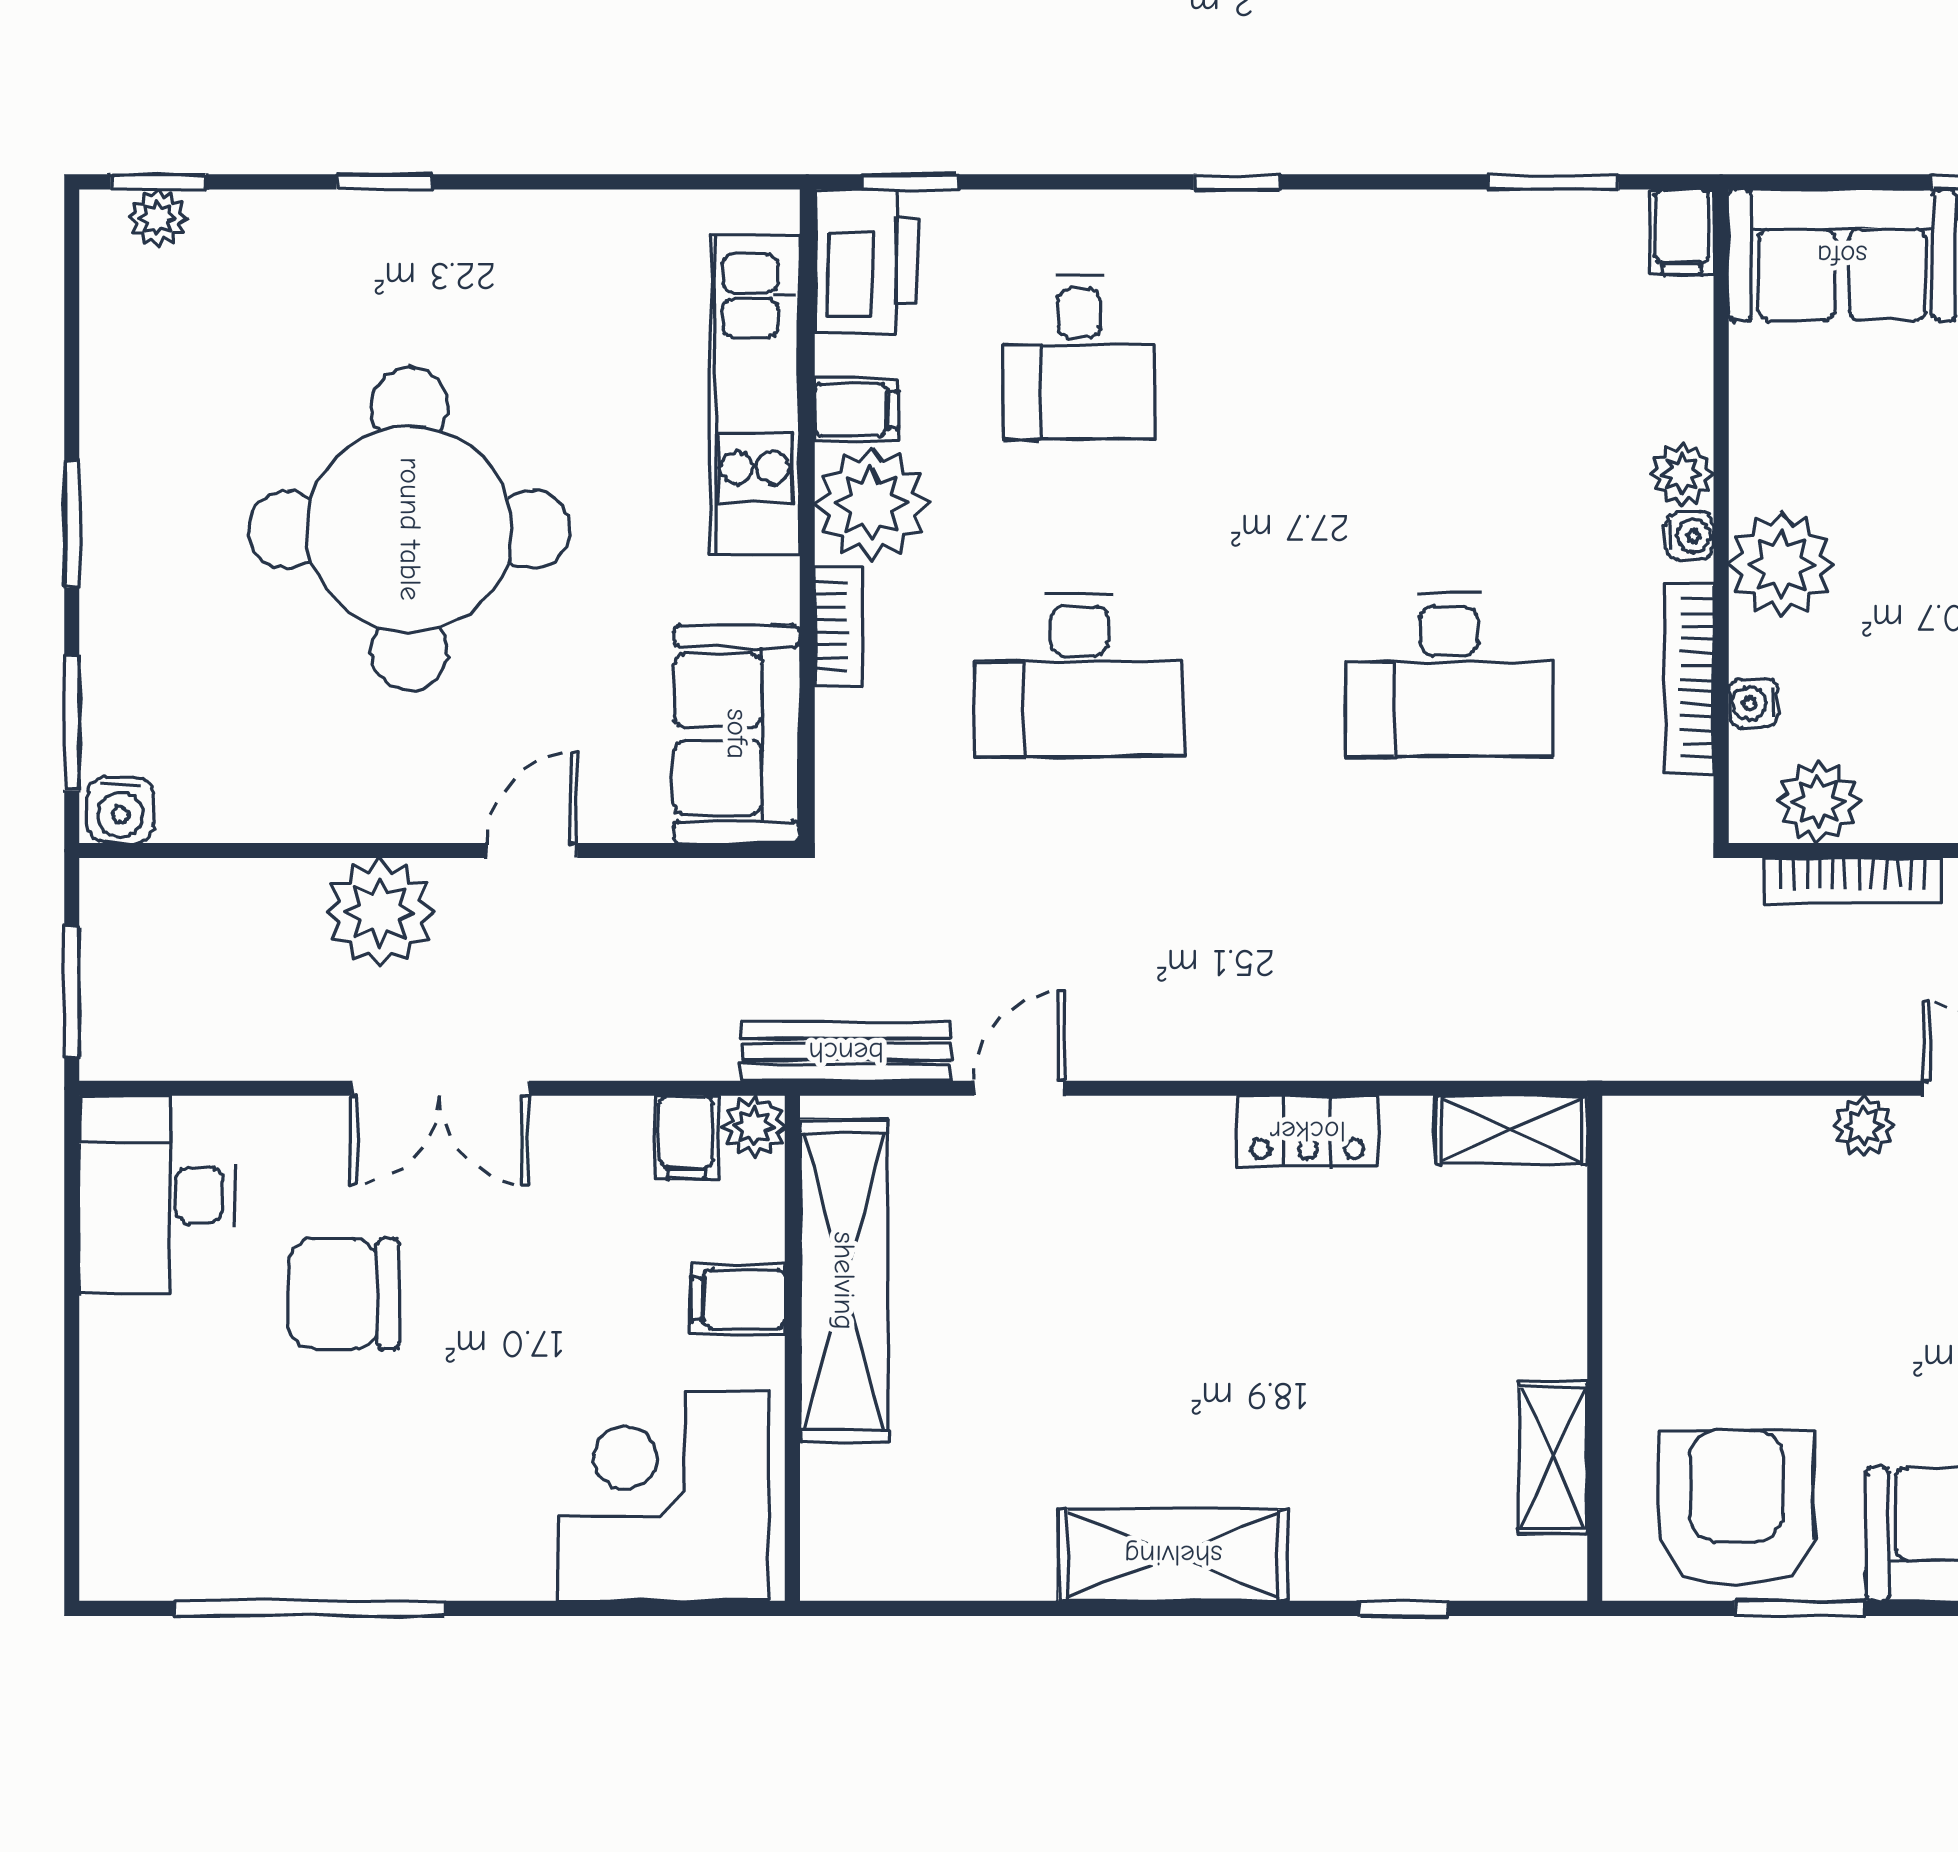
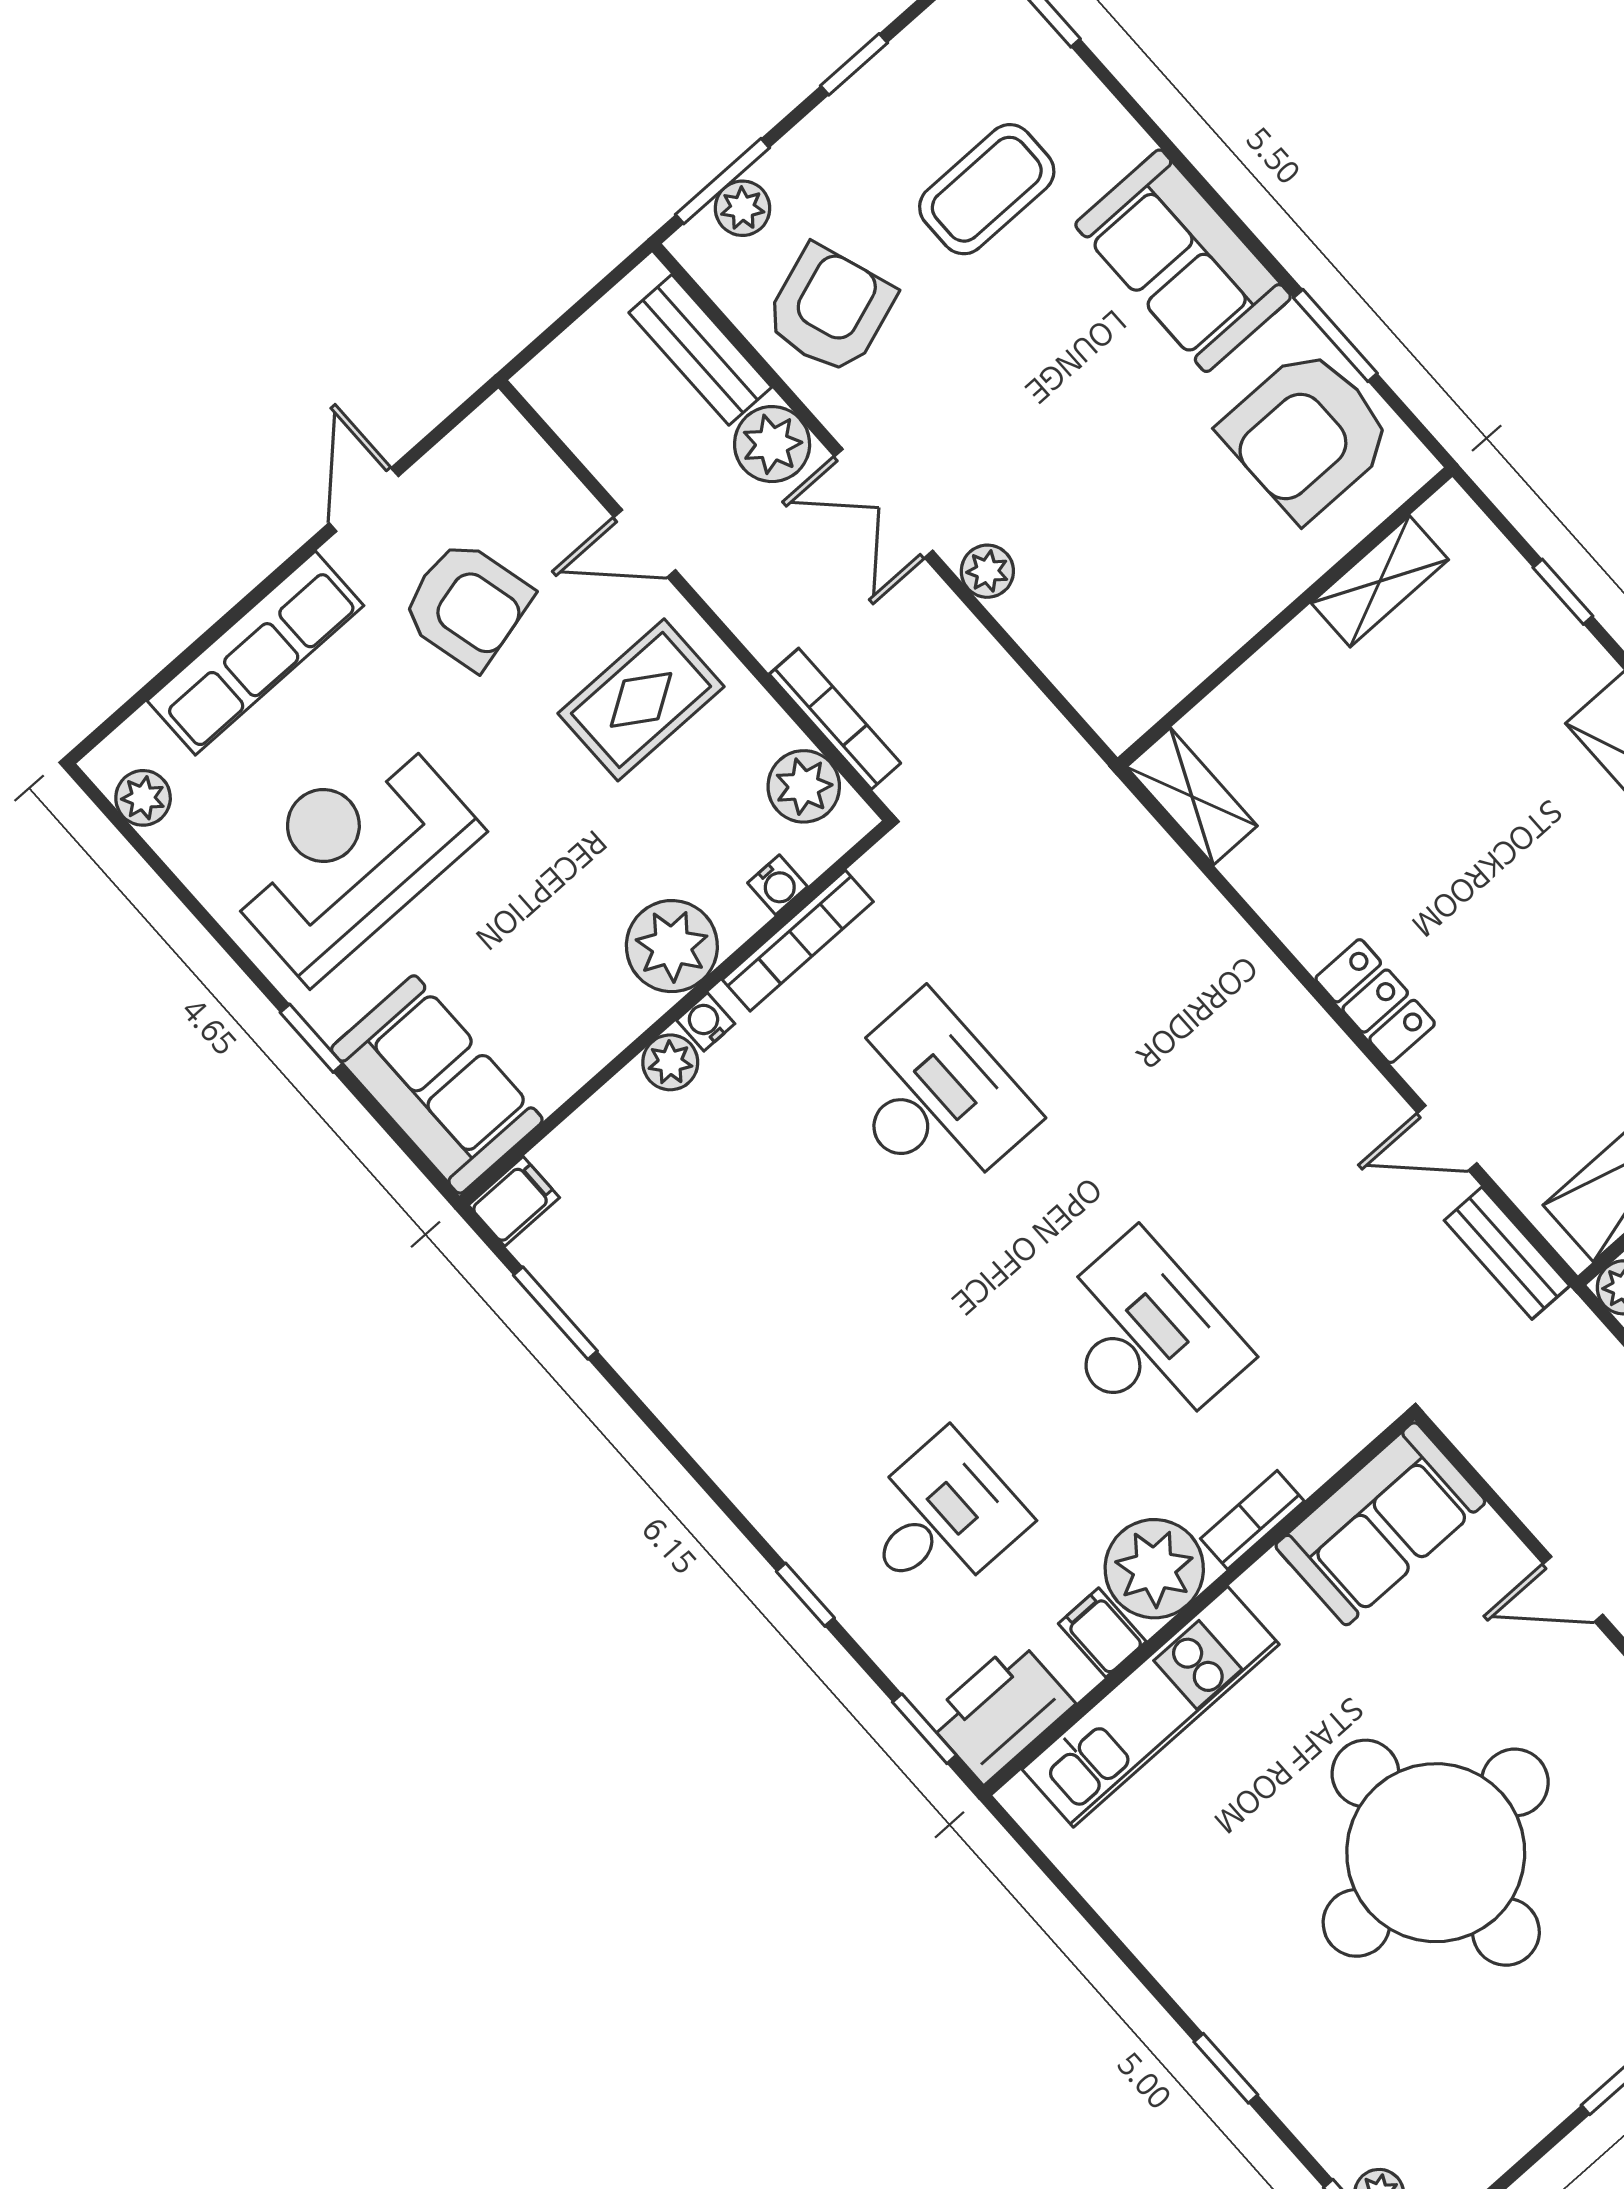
window: (1236, 182) -> (805, 1595), moved
bench: (846, 1052) -> (1507, 1253), width x0.73
locker: (1308, 1131) -> (1375, 1001), moved

